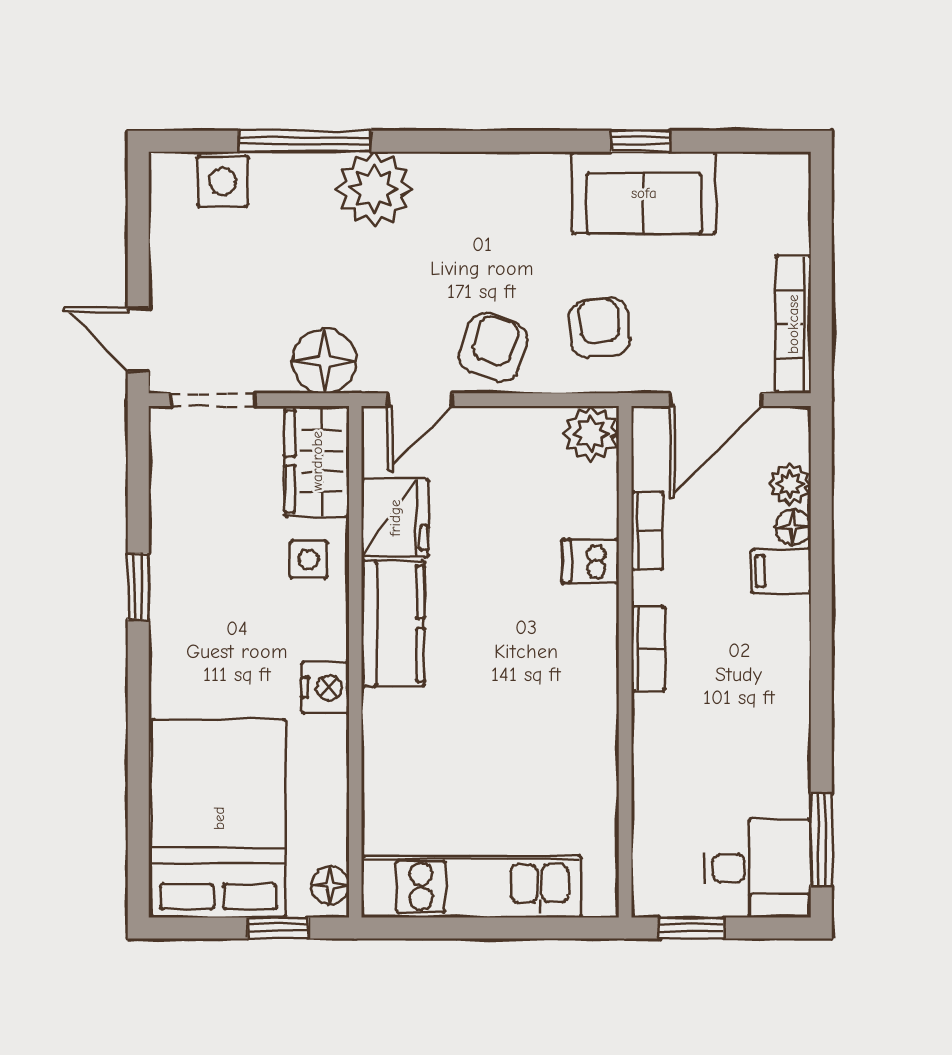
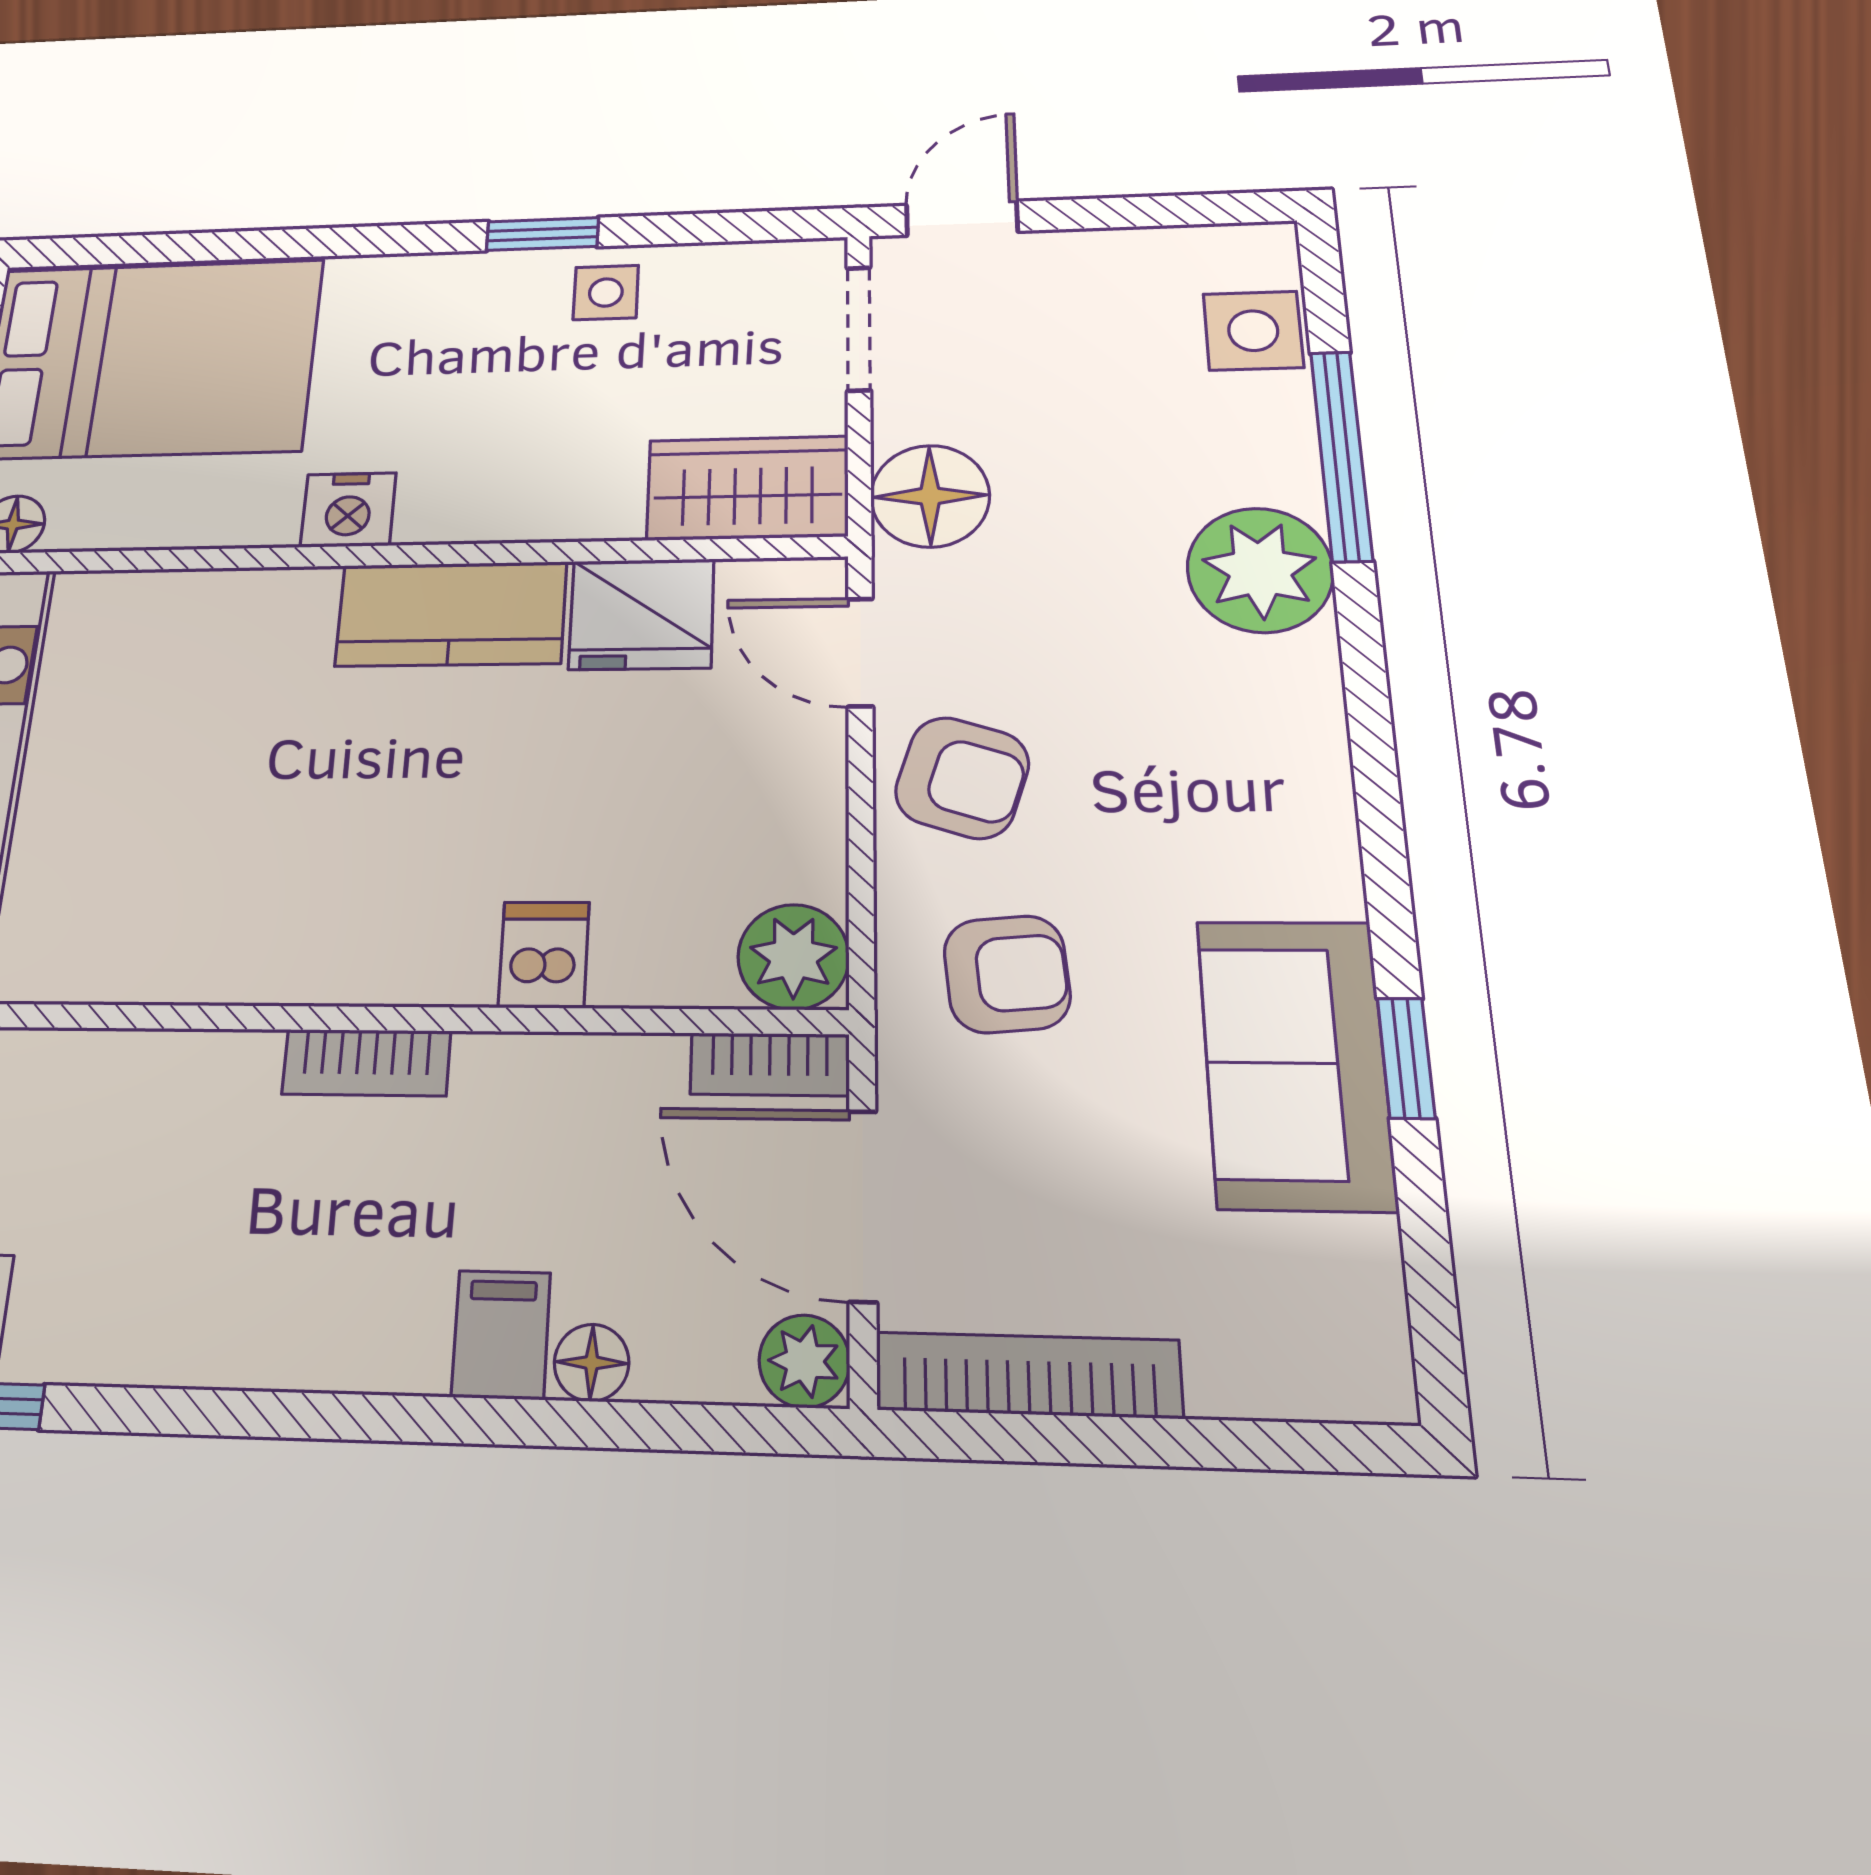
plant: (790, 484) -> (804, 1361), moved
bookcase: (647, 531) -> (770, 1064), moved
side table: (308, 560) -> (606, 292), moved

